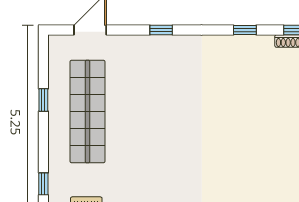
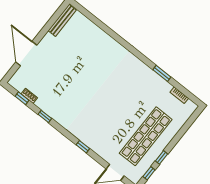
window: (43, 184) -> (149, 173), moved

